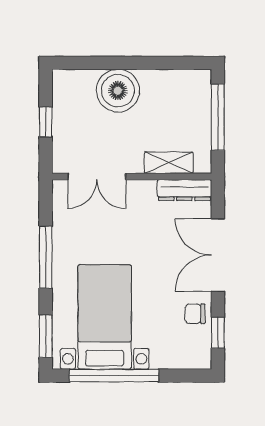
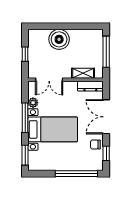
plant: (63, 225) -> (33, 103), added
bed with nightstands: (105, 317) -> (53, 129), moved, turned 90
window: (114, 376) -> (76, 174), moved

